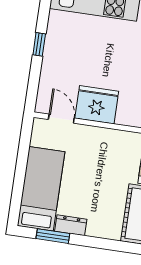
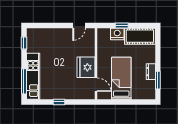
door: (61, 119) -> (96, 85), swing flipped
bed: (41, 189) -> (121, 78), moved, turned 90

